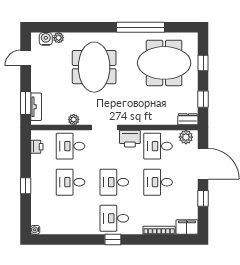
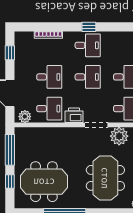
window: (203, 99) -> (10, 150), width x2.17
dresser: (188, 119) -> (23, 132), removed
plant: (74, 120) -> (119, 136), width x1.88, depth x1.88
window: (203, 198) -> (10, 53), moved
filing cabinet: (187, 227) -> (24, 38), removed

